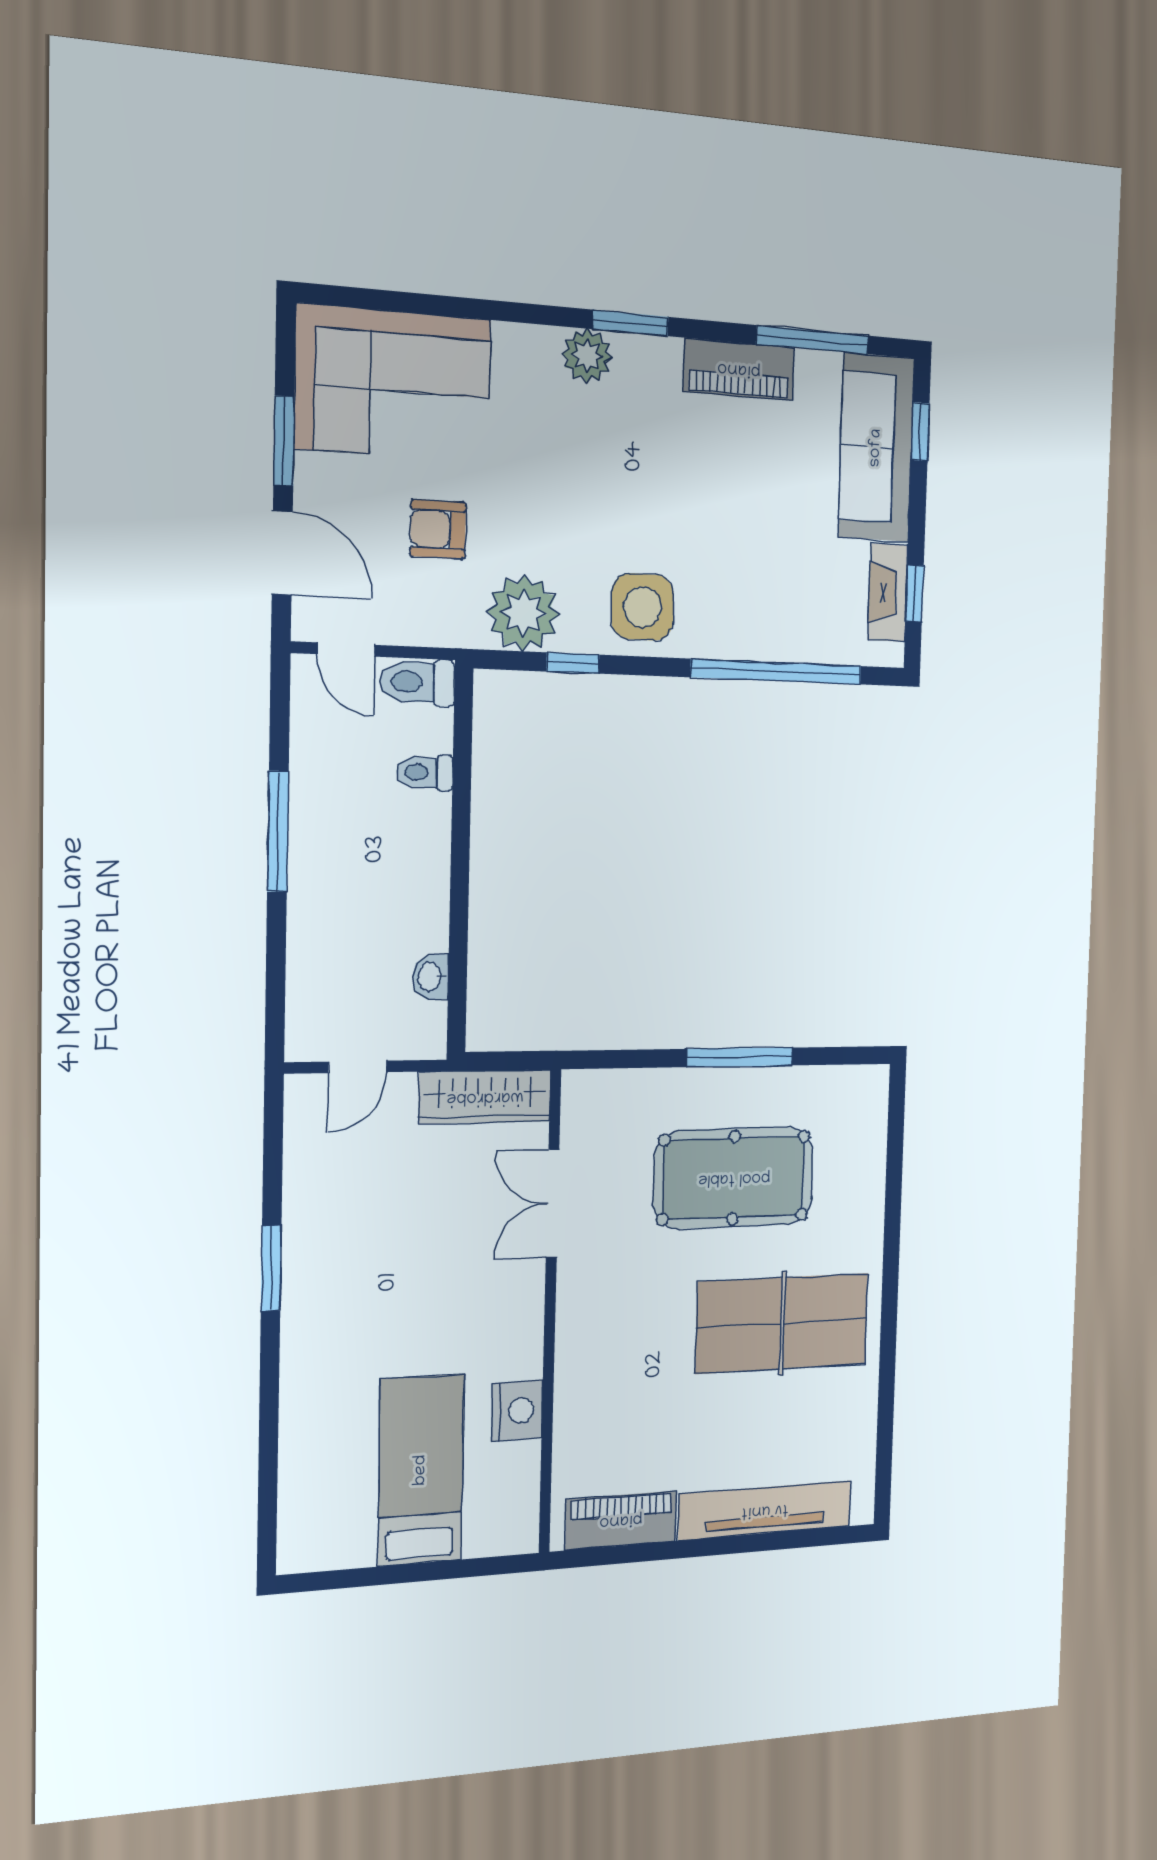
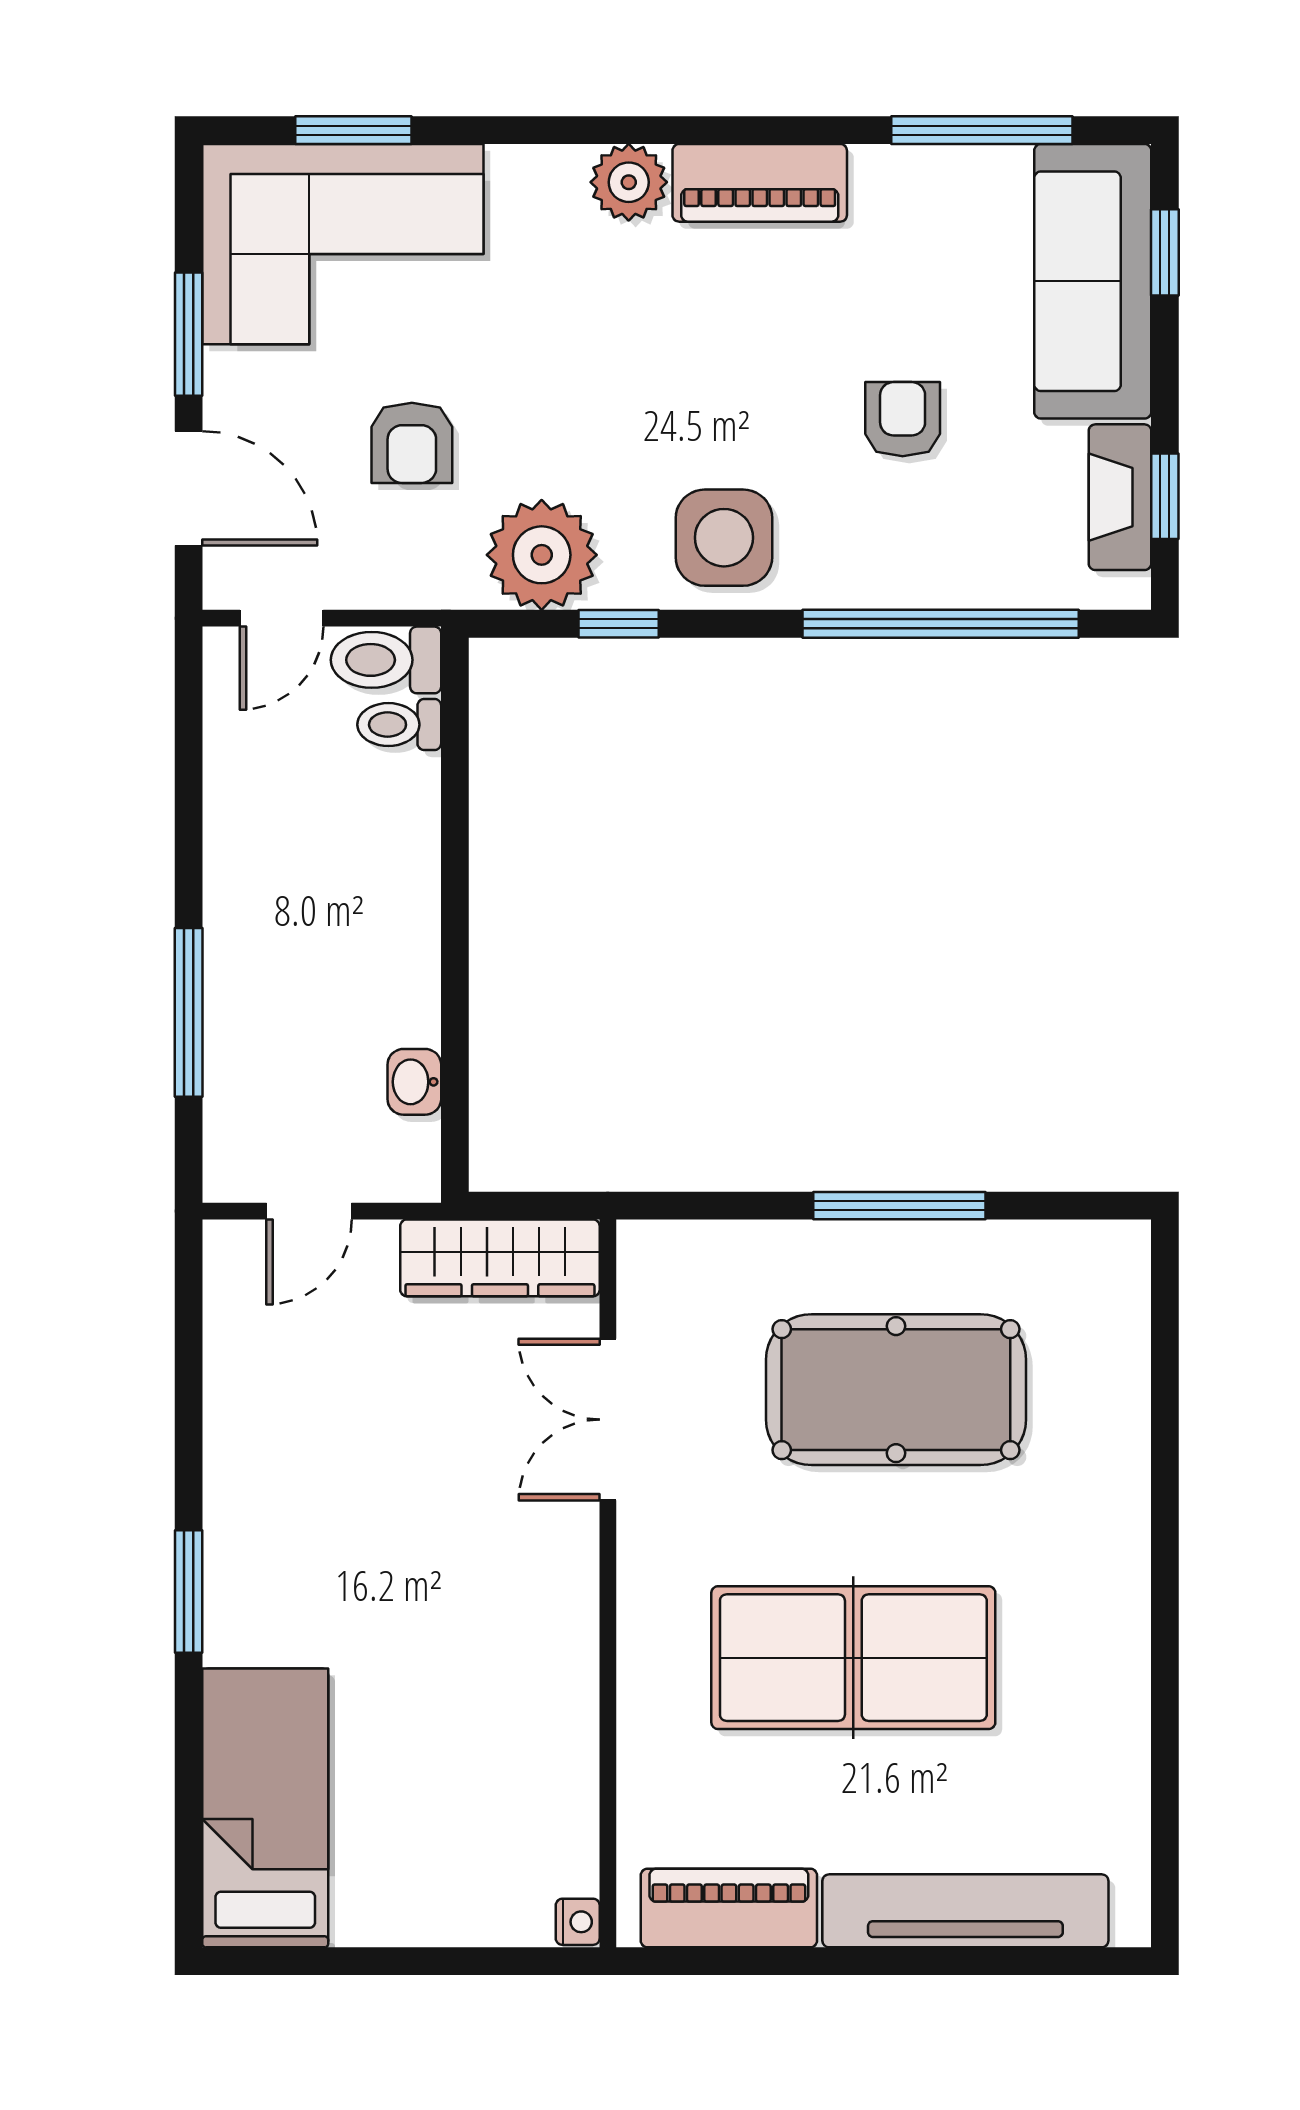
window: (630, 323) -> (353, 130), moved
piano: (739, 369) -> (760, 183), moved
armchair: (438, 529) -> (412, 443), turned -90
armchair: (757, 533) -> (903, 419), added
door: (346, 650) -> (282, 618), hinge flipped
toilet: (424, 772) -> (399, 725), moved
window: (278, 831) -> (189, 1012), moved
window: (271, 1268) -> (189, 1592), moved
table tennis table: (782, 1323) -> (853, 1658), moved
nightstand: (517, 1411) -> (578, 1922), moved, width x0.53, depth x0.56
bed: (421, 1470) -> (265, 1808), moved

